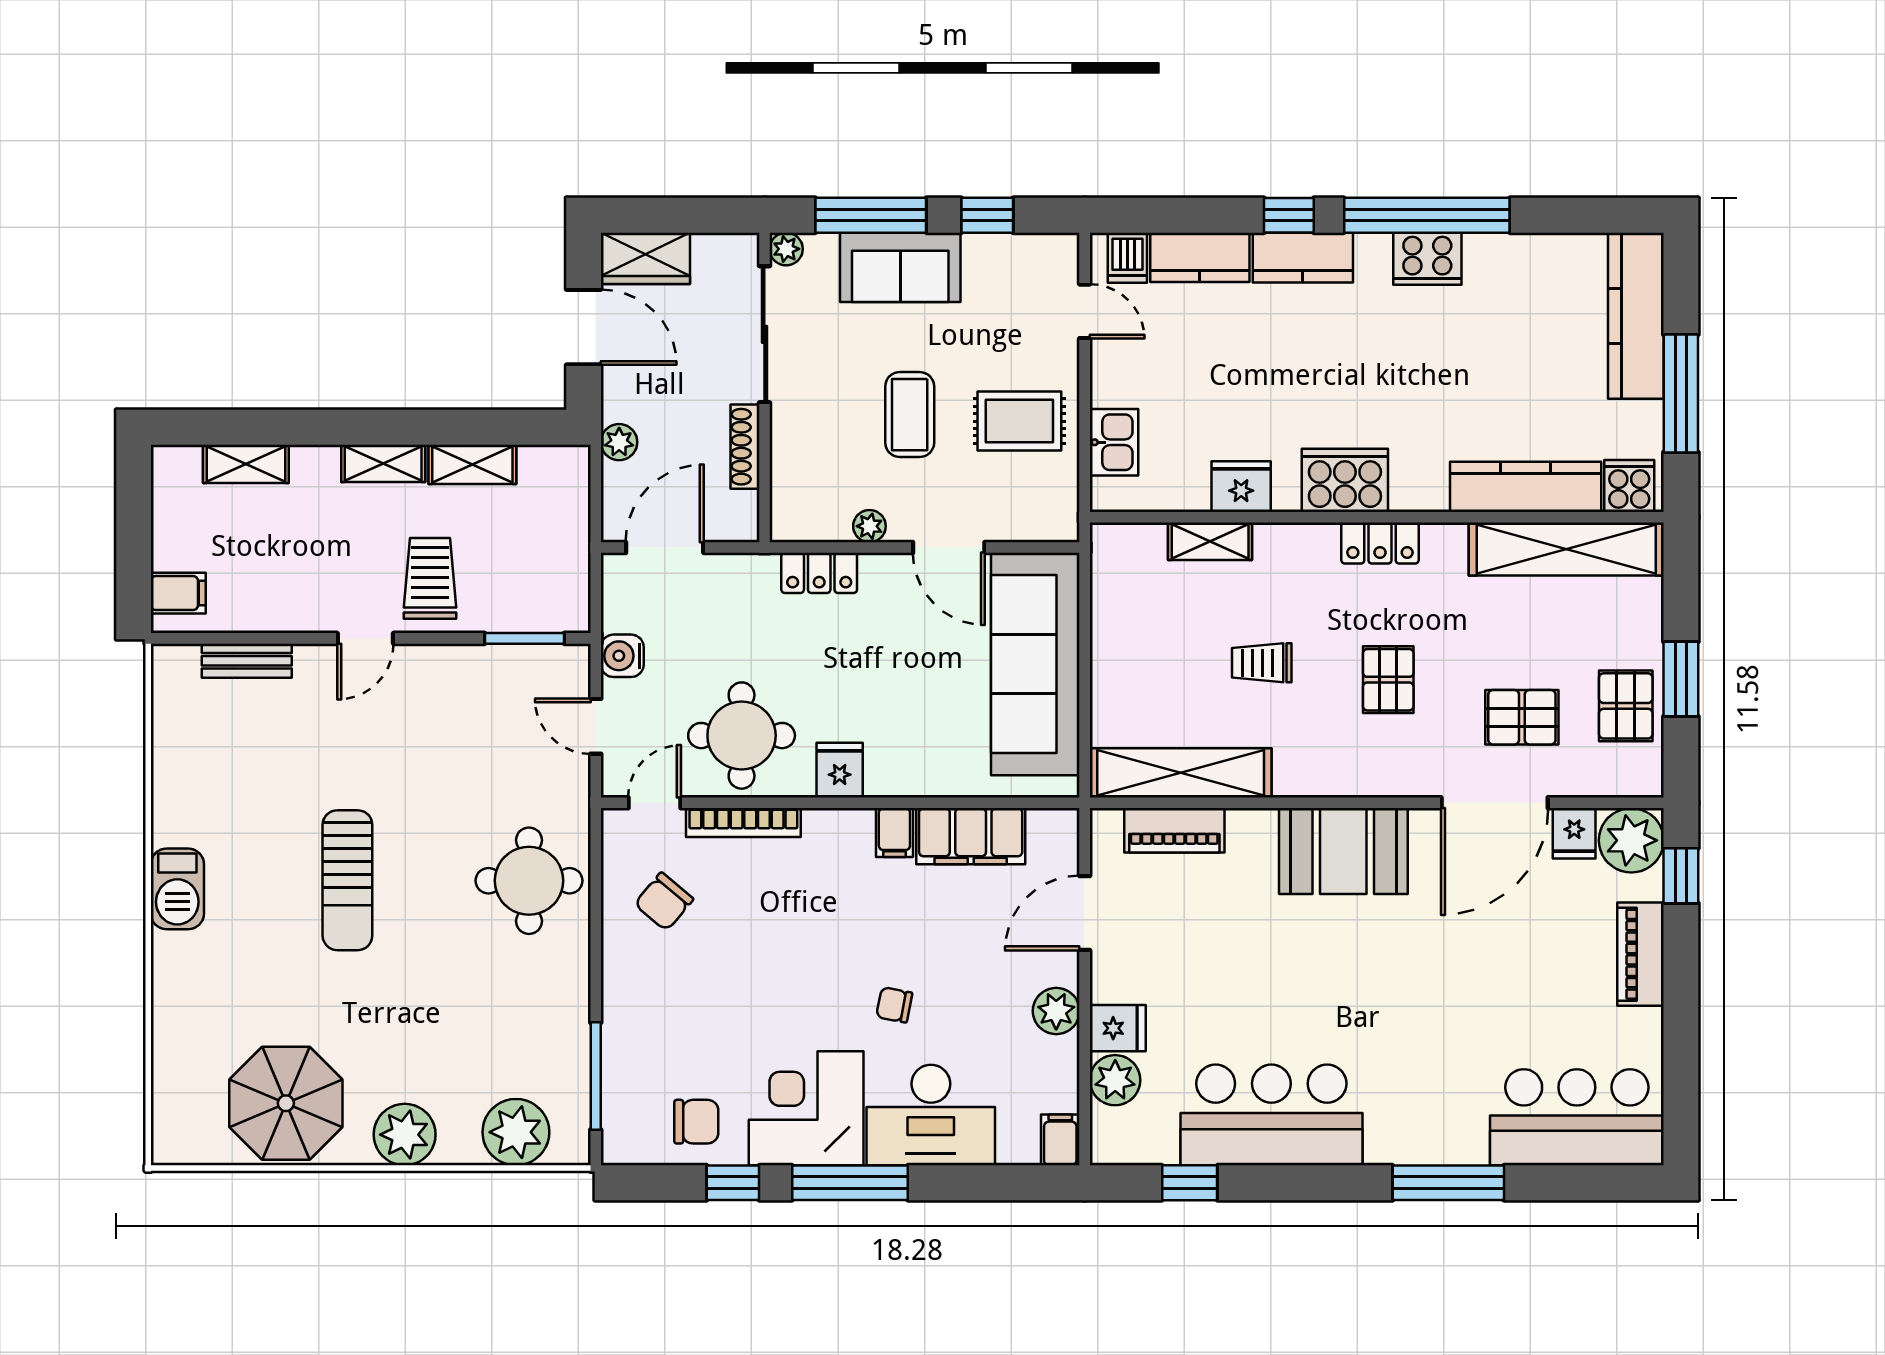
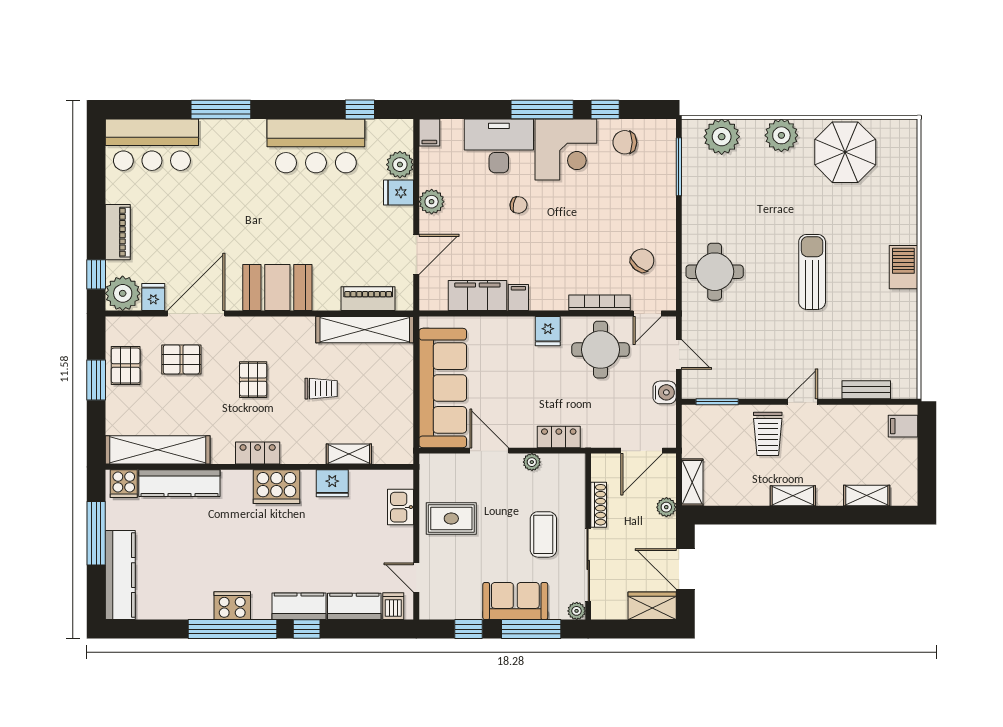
coffee table: (910, 415) -> (543, 534), moved
shelving: (472, 464) -> (692, 482), moved, turned 90

